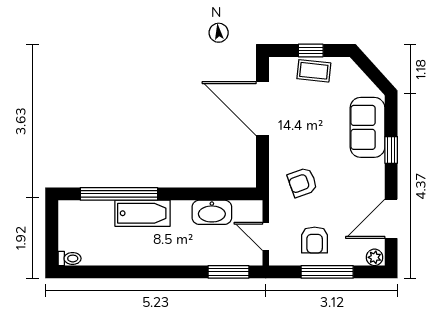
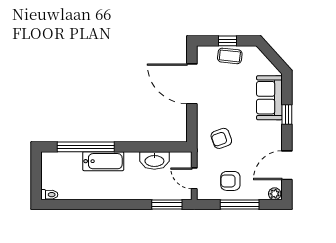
armchair: (315, 240) -> (230, 181), turned 90

